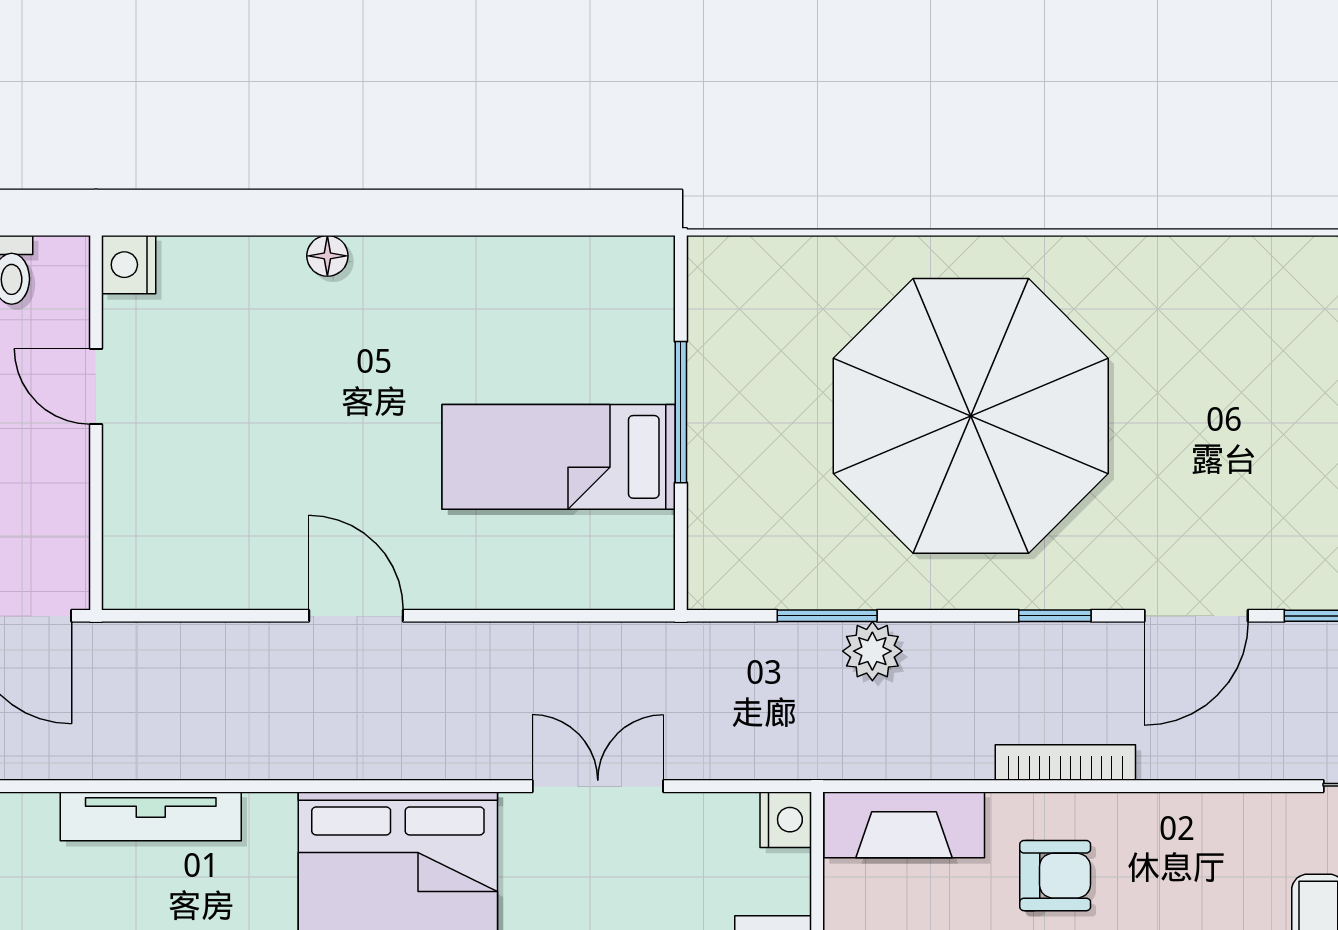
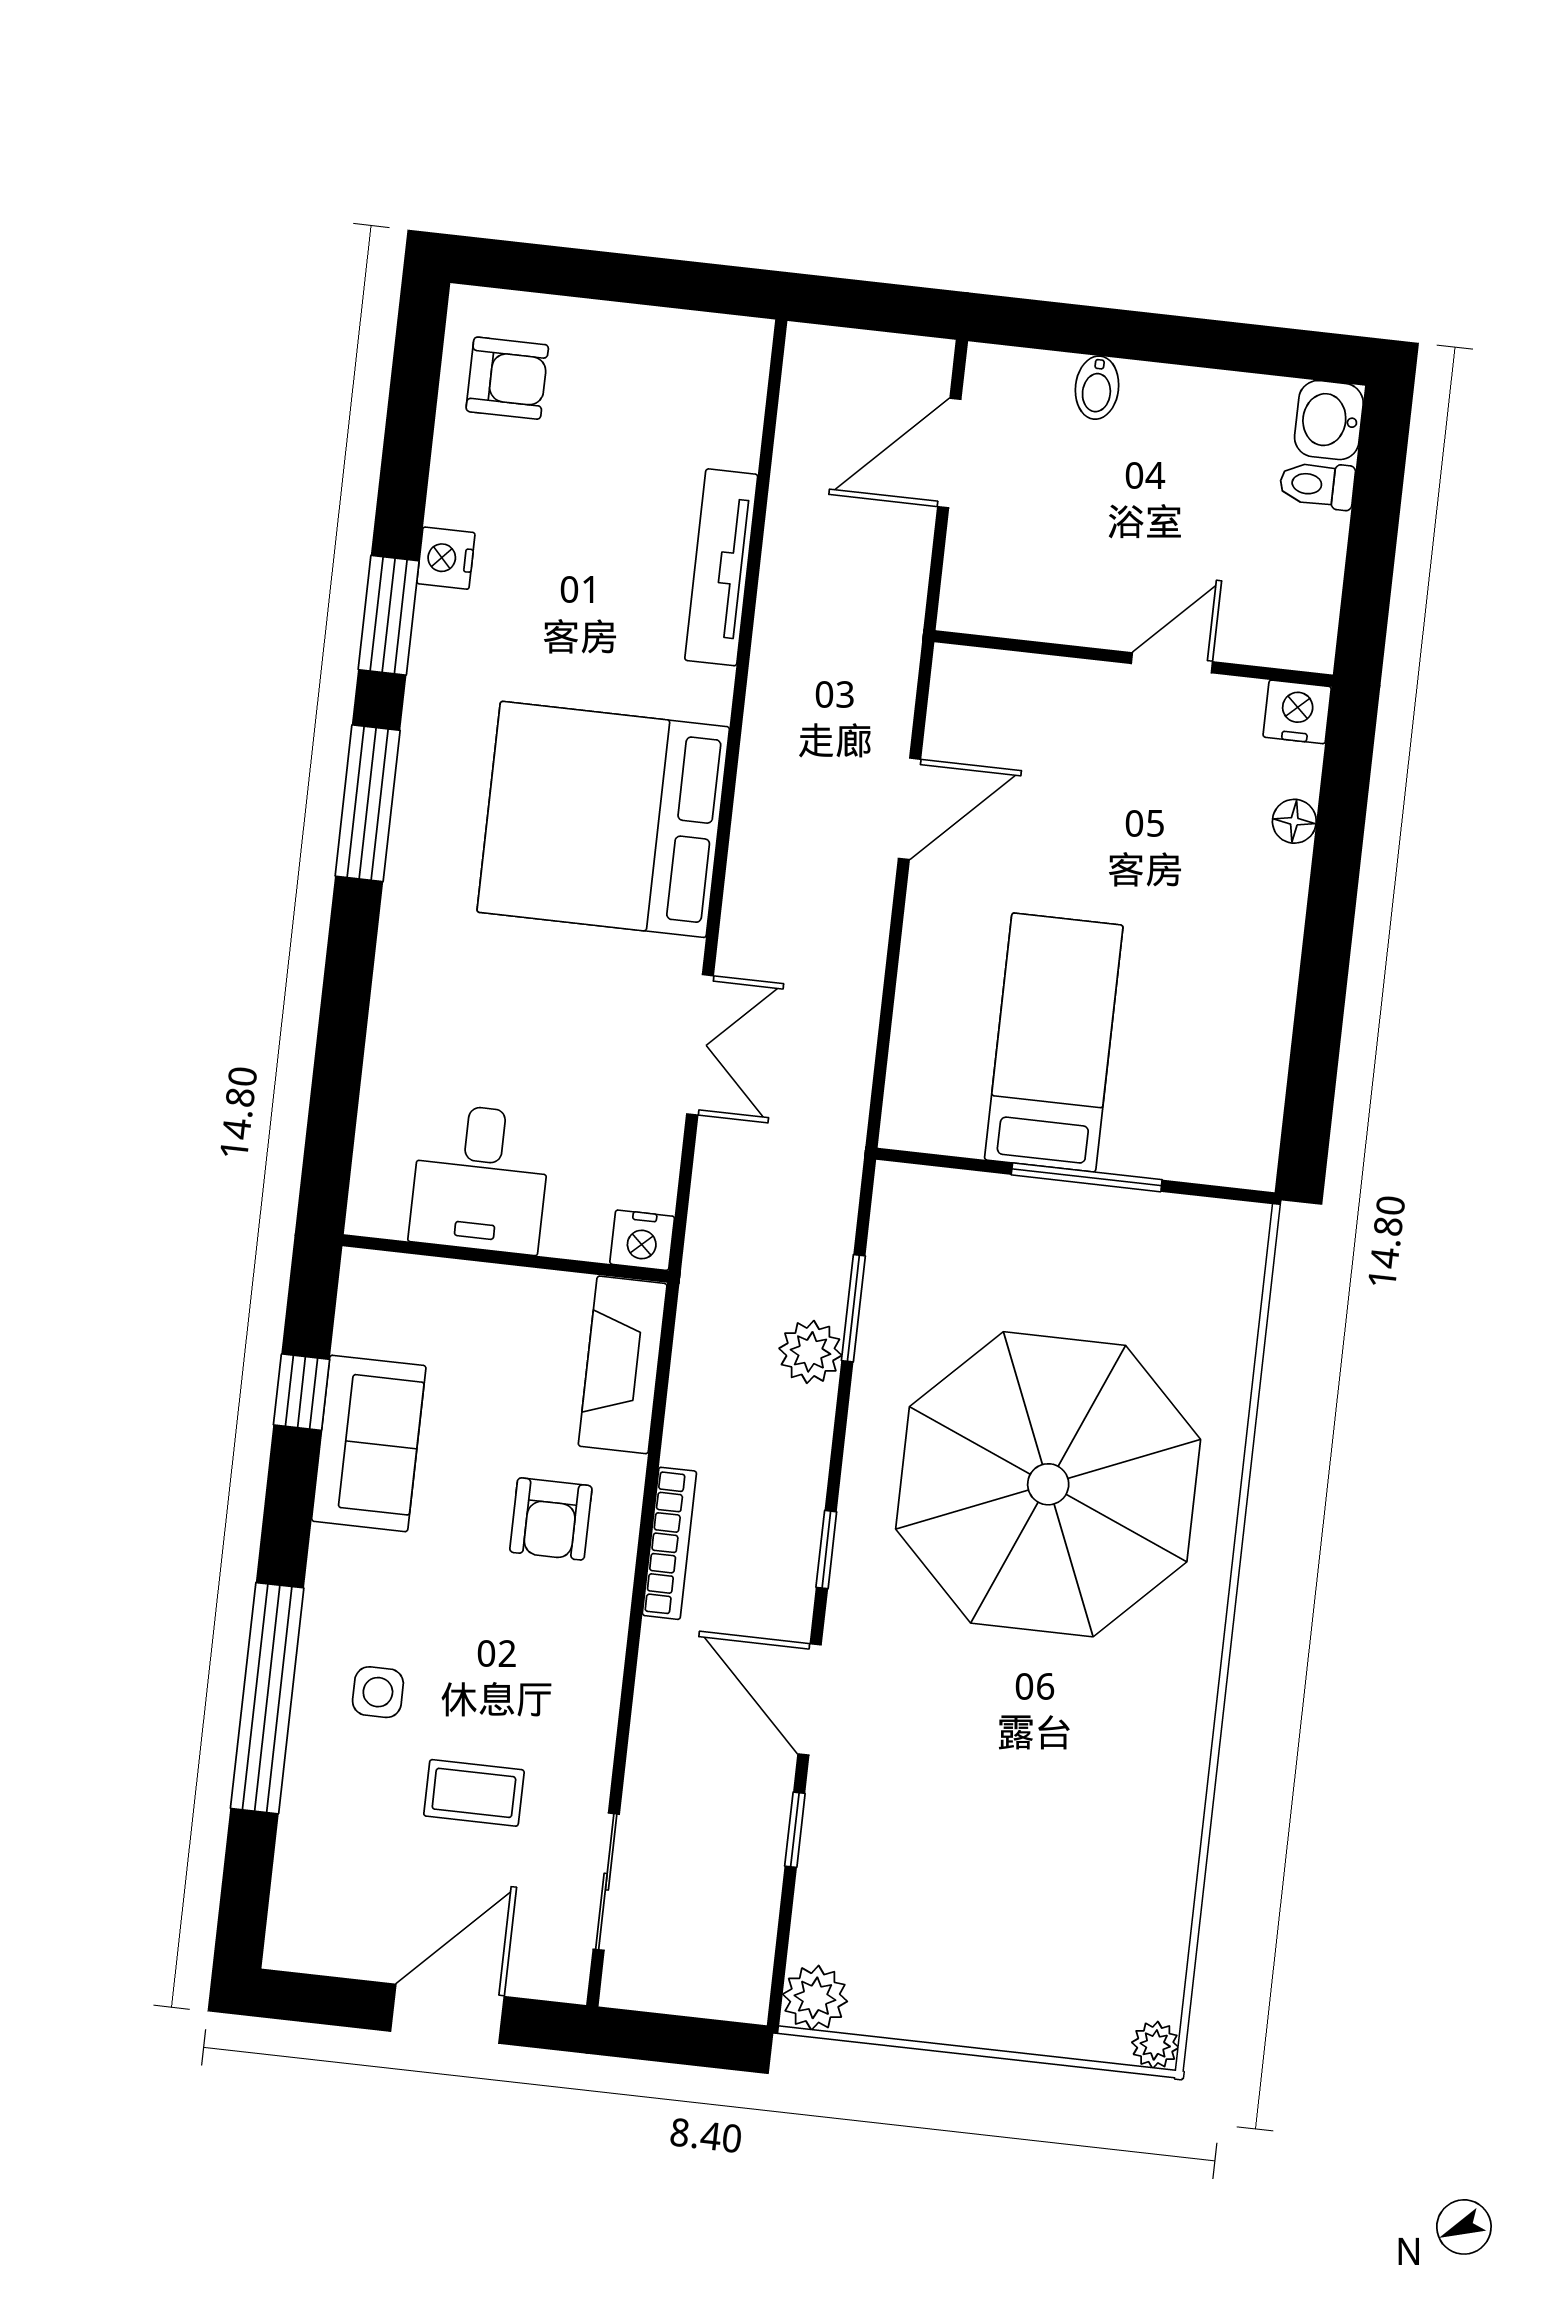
nightstand: (129, 265) -> (1297, 712), moved
door: (96, 386) -> (1172, 663), moved
wall: (96, 423) -> (1134, 658), moved

